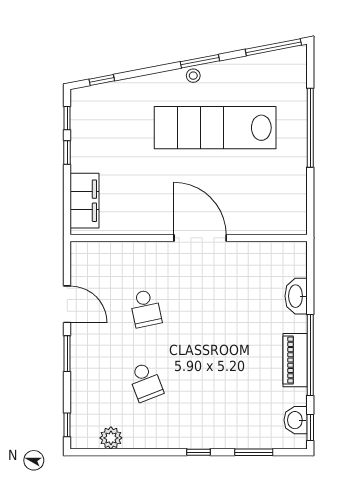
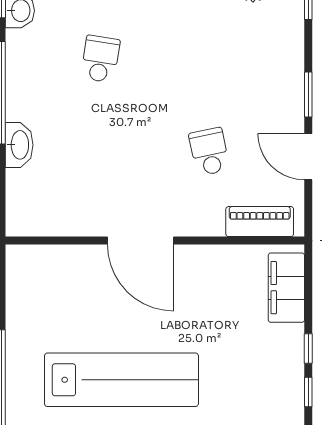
washbasin: (296, 296) -> (19, 145), moved
piano: (295, 360) -> (260, 222), moved, turned -90
school desk: (146, 382) -> (100, 59), moved, turned 30

